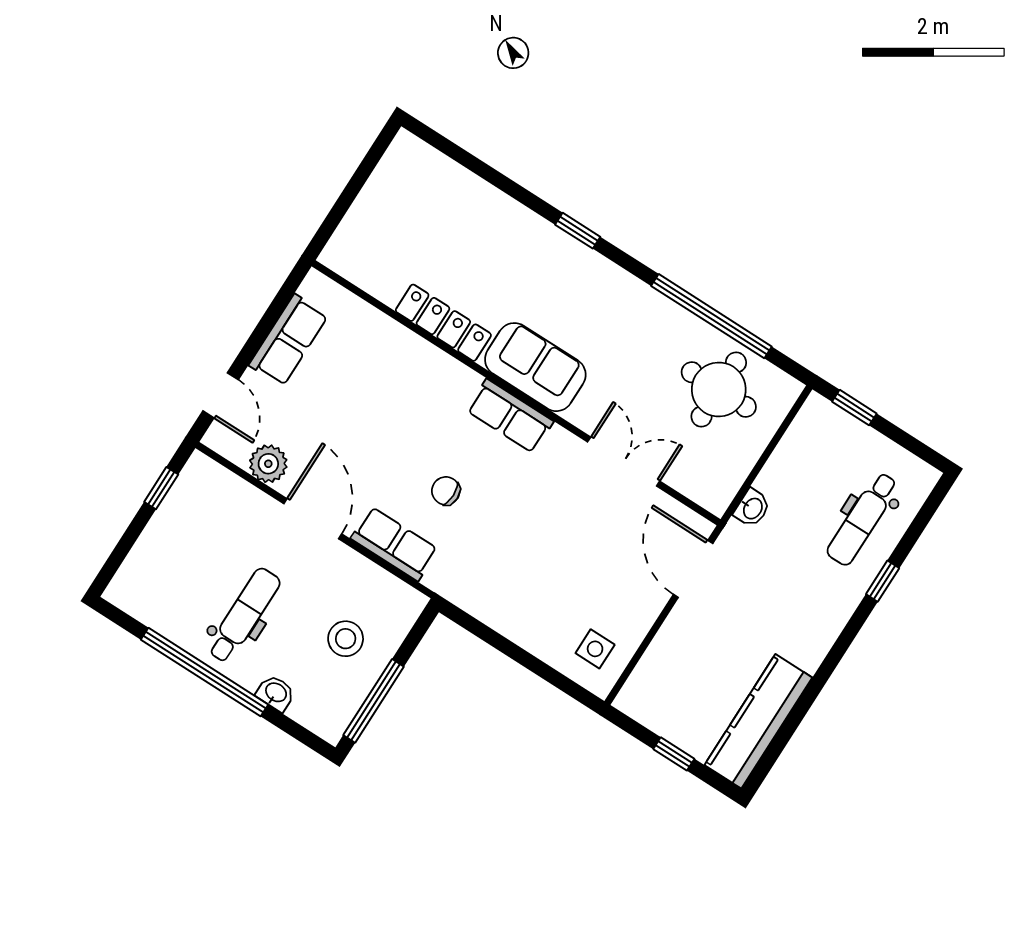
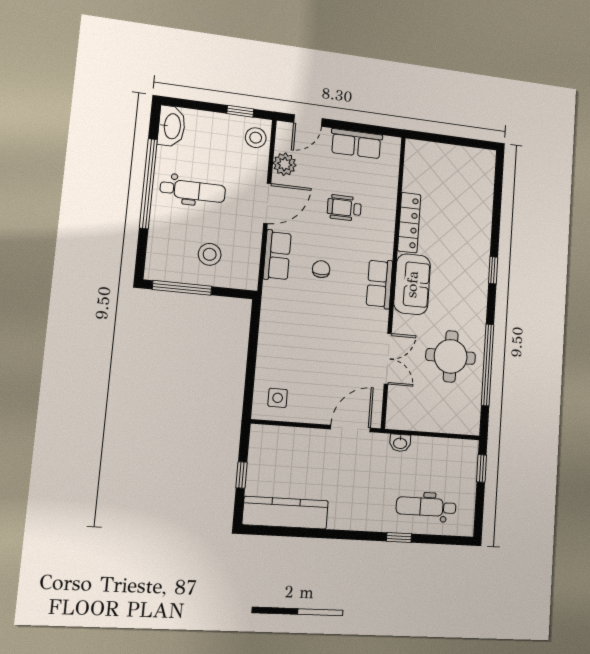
round table: (719, 390) -> (451, 356), moved
wheelchair: (374, 409) -> (344, 208), added
stool: (210, 486) -> (256, 138), added
washbasin: (276, 693) -> (172, 126), moved, width x1.91, depth x1.45

